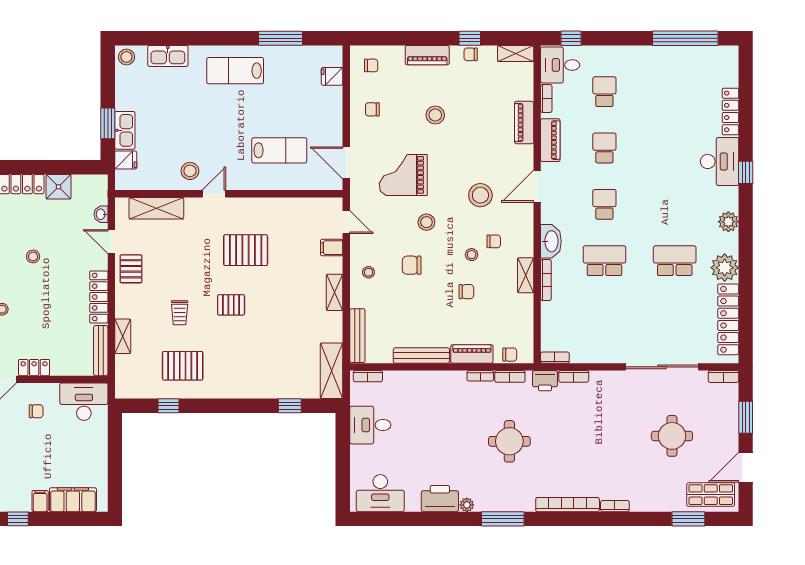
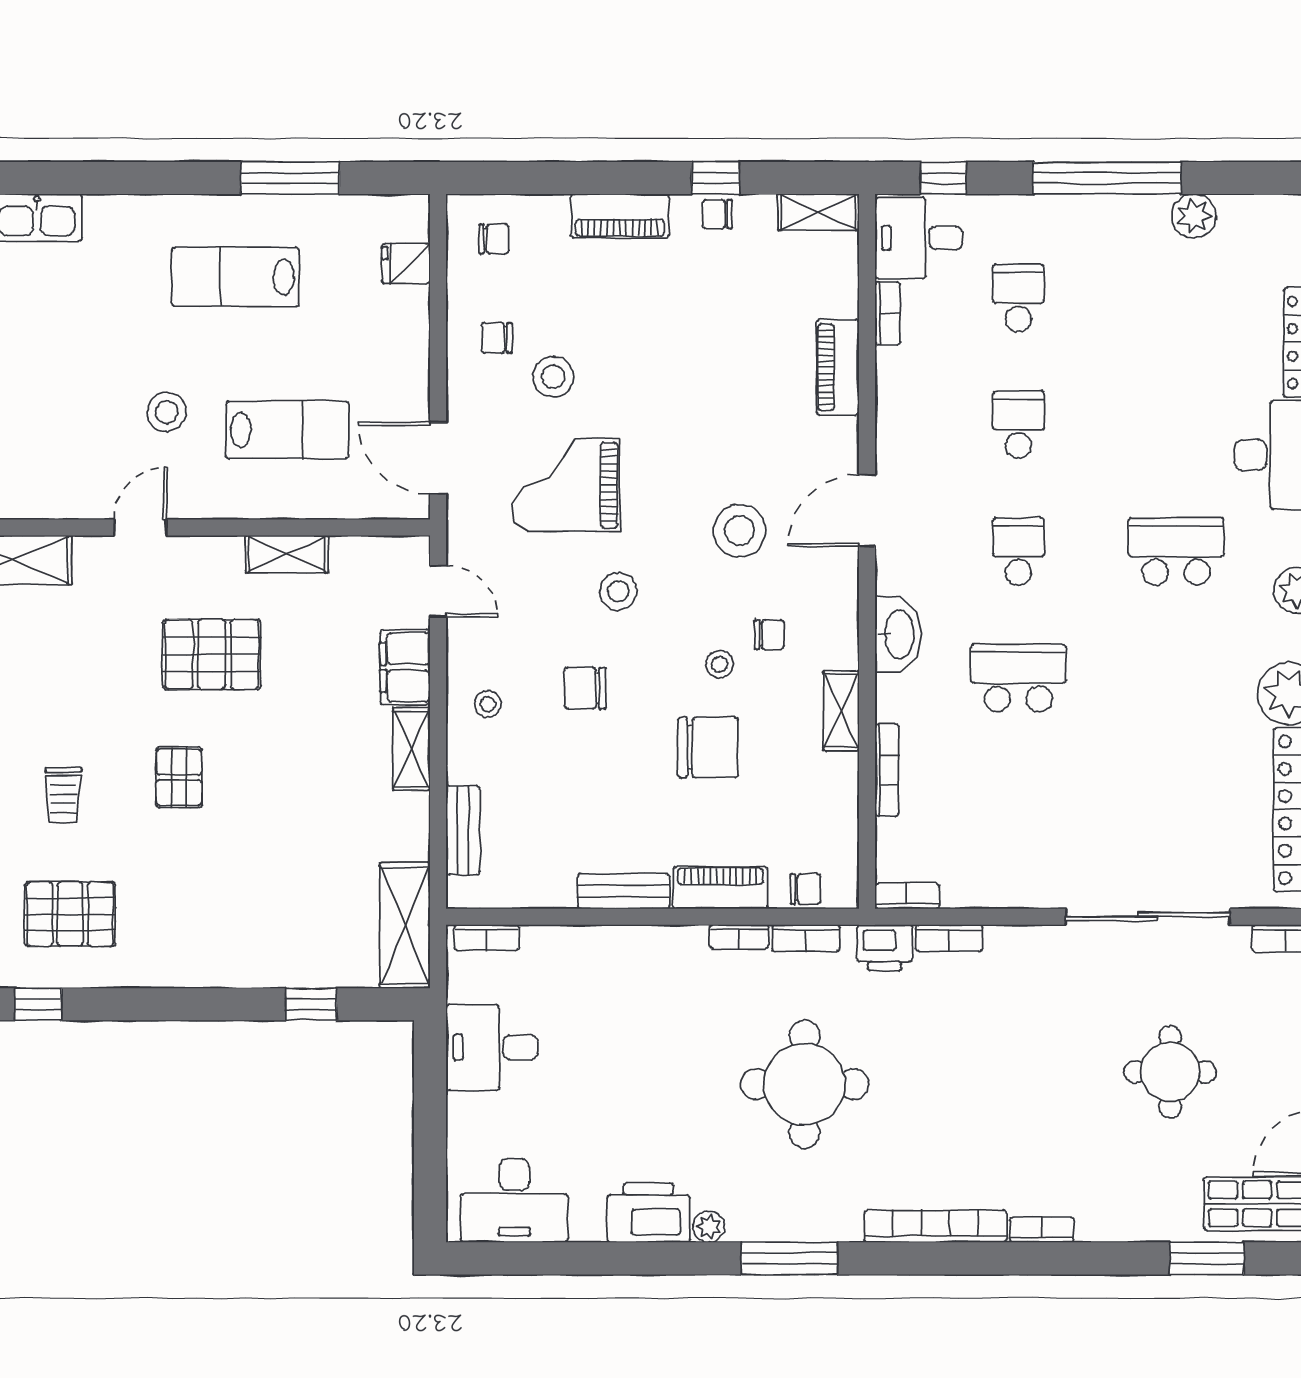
window: (685, 38) -> (1107, 178), moved
plant: (683, 55) -> (1194, 216), added
lab bench: (235, 71) -> (235, 277), moved
stool: (435, 115) -> (553, 377), moved
piano: (550, 140) -> (897, 407), removed
stool: (190, 171) -> (167, 412), moved
shelving: (279, 206) -> (287, 554), added
filing cabinet: (332, 248) -> (405, 667), width x2.00
school desk: (675, 261) -> (1176, 551), moved
bookcase: (546, 280) -> (887, 770), moved
chair: (466, 292) -> (708, 747), width x1.87, depth x1.87
pallet: (231, 305) -> (179, 777), turned 90
bench: (357, 336) -> (463, 830), width x0.73
bench: (421, 356) -> (624, 891), width x0.73
round table: (509, 441) -> (805, 1084), width x1.36, depth x1.36

